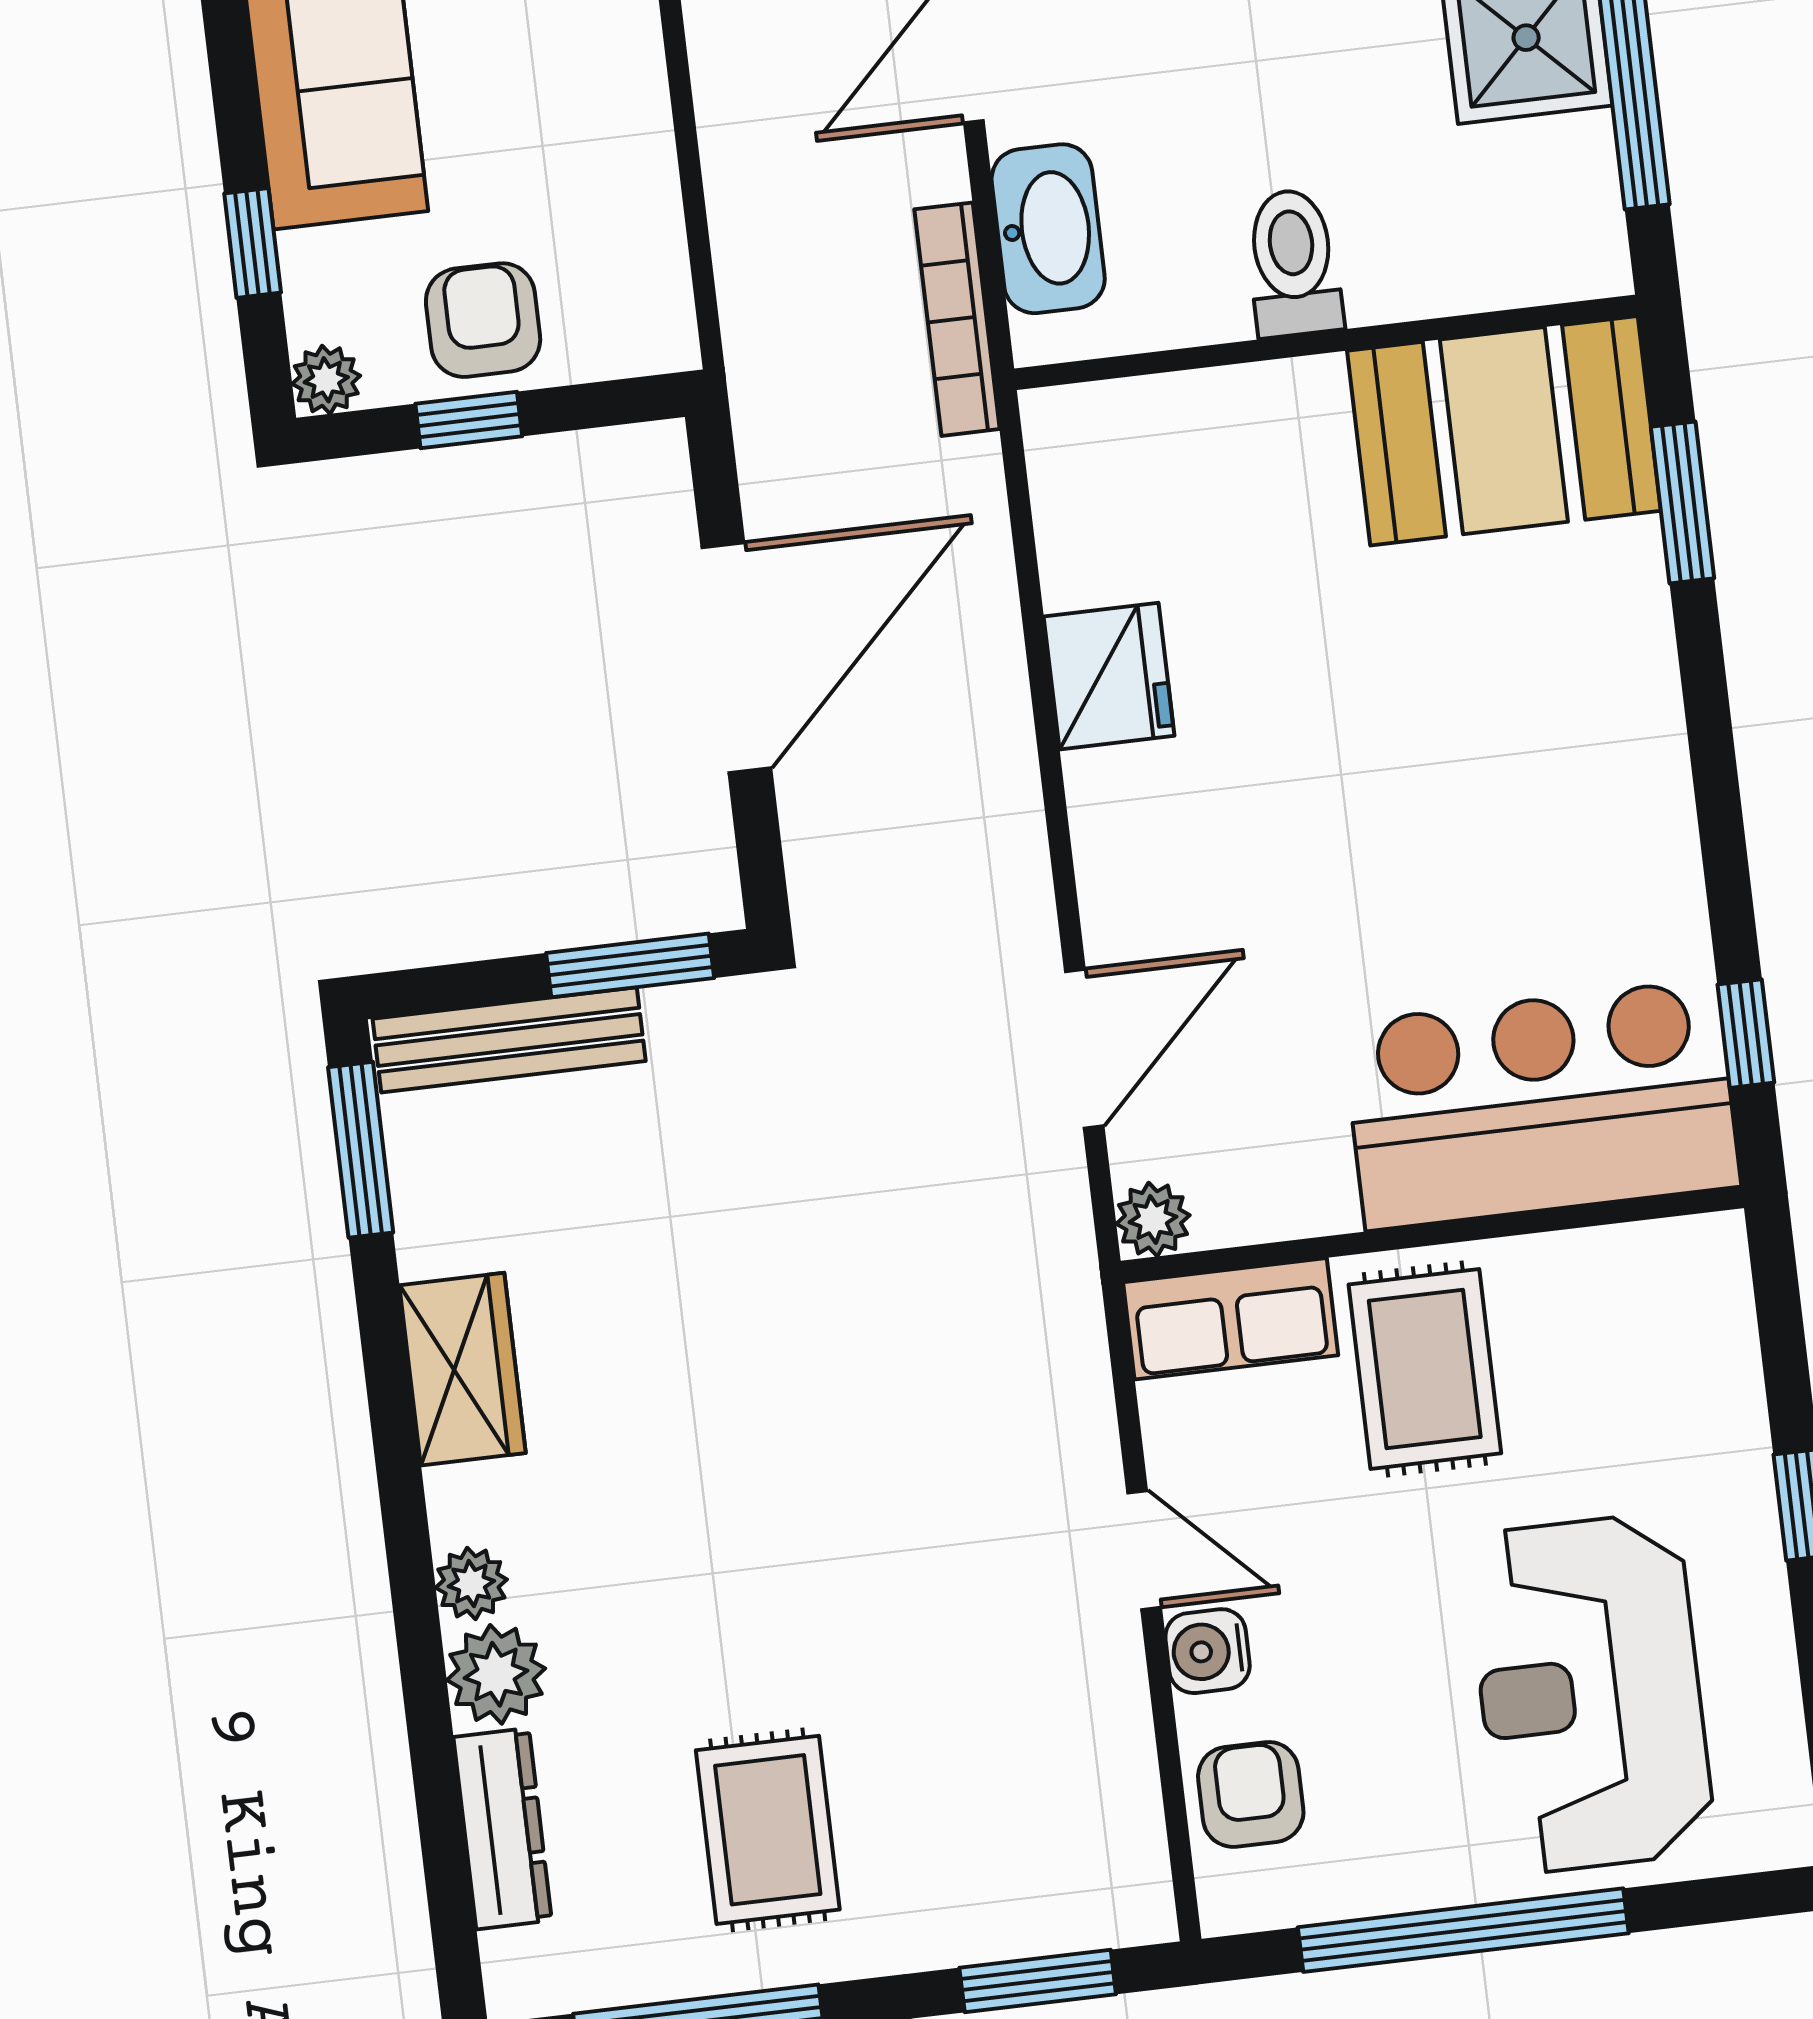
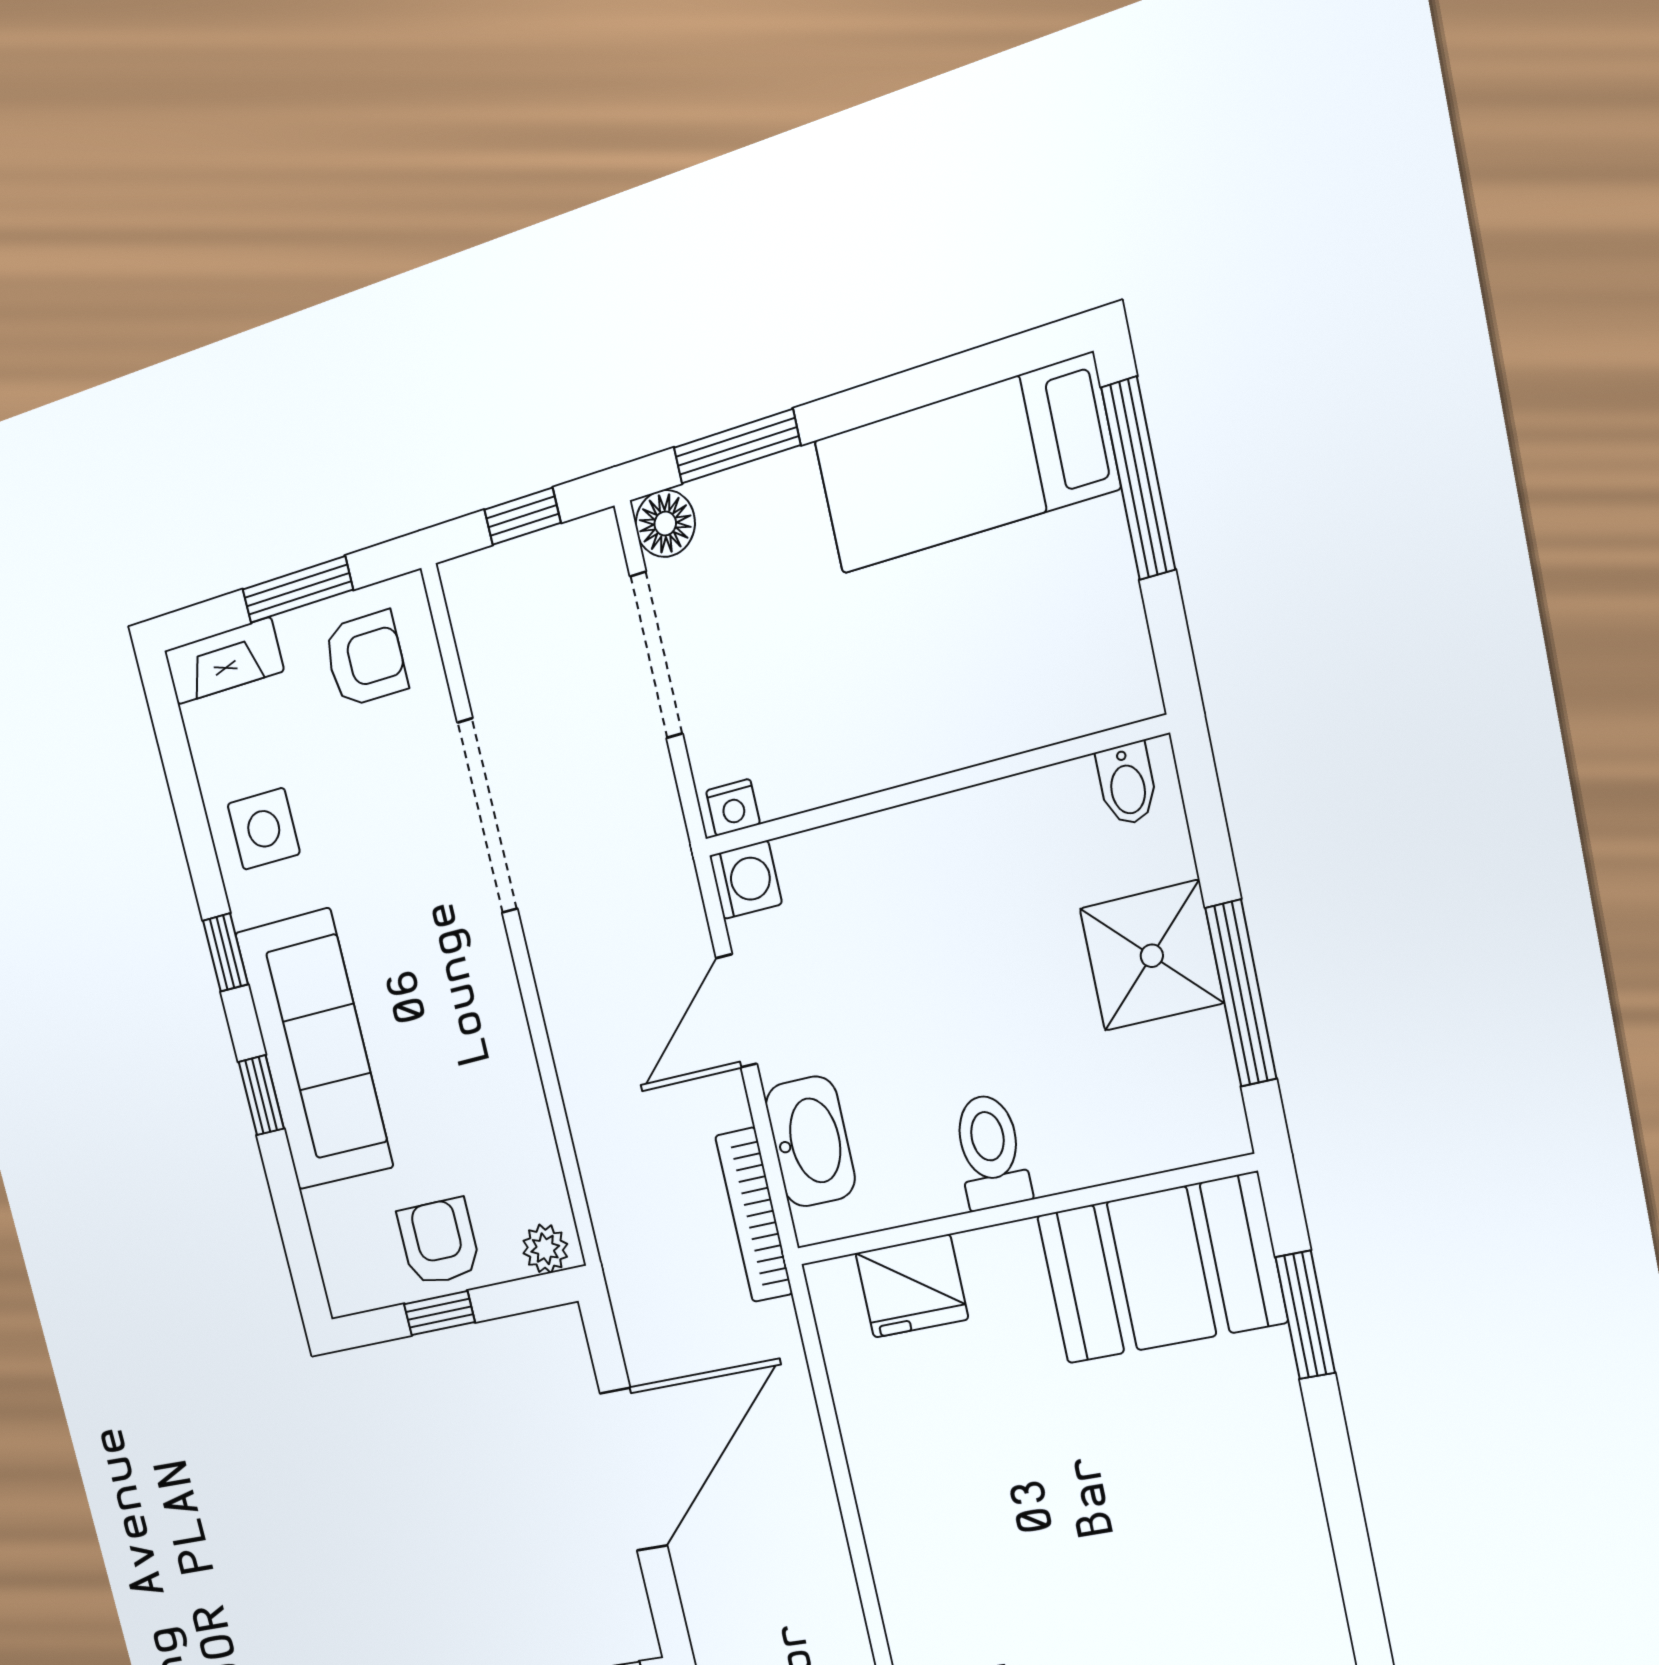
window: (253, 243) -> (261, 1095), moved
plant: (326, 380) -> (545, 1249), moved
fridge: (1109, 676) -> (912, 1286), moved, turned 90

